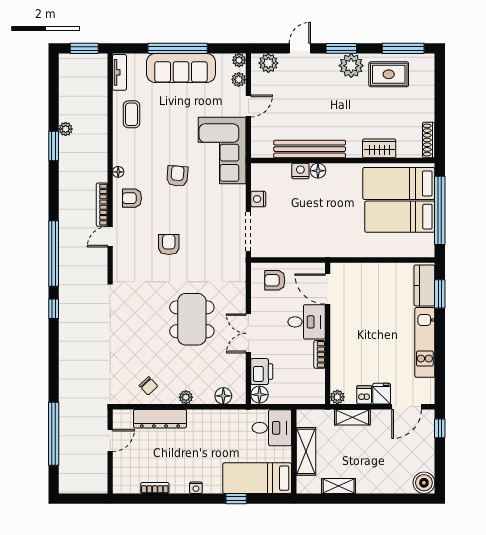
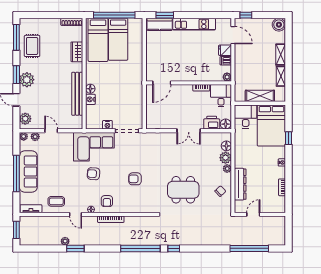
plant: (351, 66) -> (27, 80), moved
corner sofa: (222, 150) -> (94, 147), moved
door: (110, 237) -> (76, 214), moved
armchair: (275, 280) -> (157, 115), removed
dining table: (192, 319) -> (183, 190), moved
desk: (307, 322) -> (221, 96), moved
plant: (204, 394) -> (225, 158), added
shelving: (352, 417) -> (281, 55), moved
door: (110, 440) -> (253, 214), hinge flipped
bed: (257, 478) -> (271, 125), width x1.50

